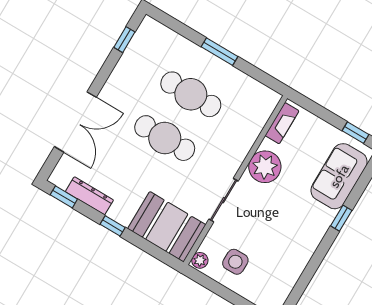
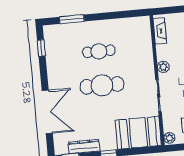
window: (220, 52) -> (72, 19), moved
cafe table: (191, 94) -> (99, 51), width x0.73, depth x0.74
plant: (265, 167) -> (163, 67), width x0.53, depth x0.53

